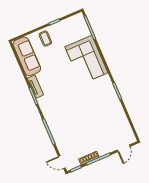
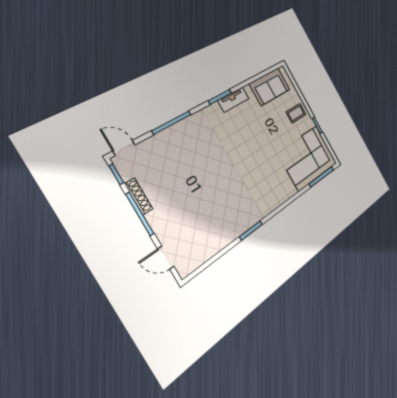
sofa: (27, 56) -> (270, 87), width x0.73
corner sofa: (86, 60) -> (308, 158), moved
door: (62, 162) -> (124, 148), hinge flipped

